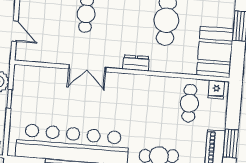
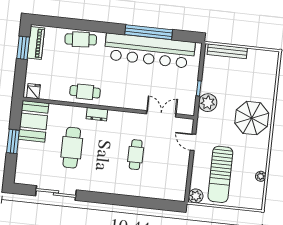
double door: (87, 68) -> (161, 114), moved
cafe table: (189, 103) -> (85, 92), moved, turned 90

